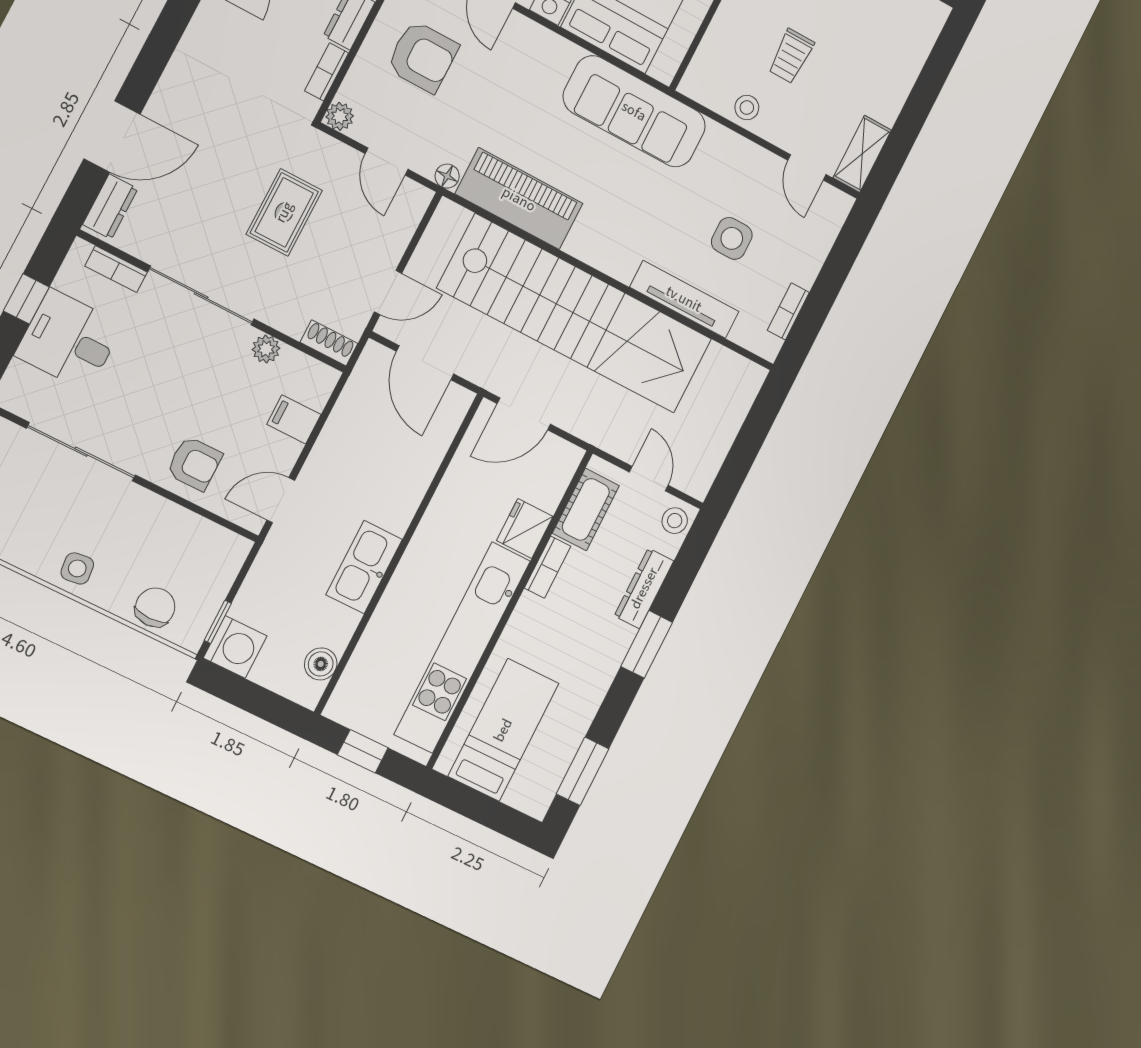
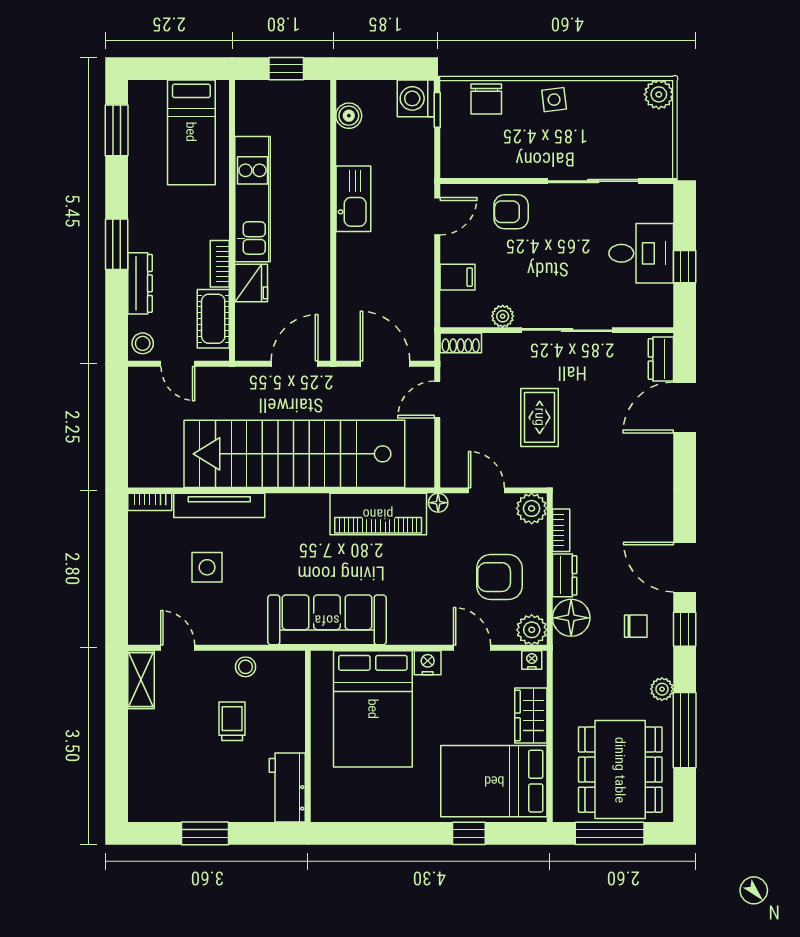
plant: (340, 116) -> (532, 508), width x1.38, depth x1.38
bookcase: (116, 269) -> (635, 318), removed
bookcase: (788, 311) -> (150, 502), moved, turned 90
kitchen unit: (462, 647) -> (252, 199), width x0.73

